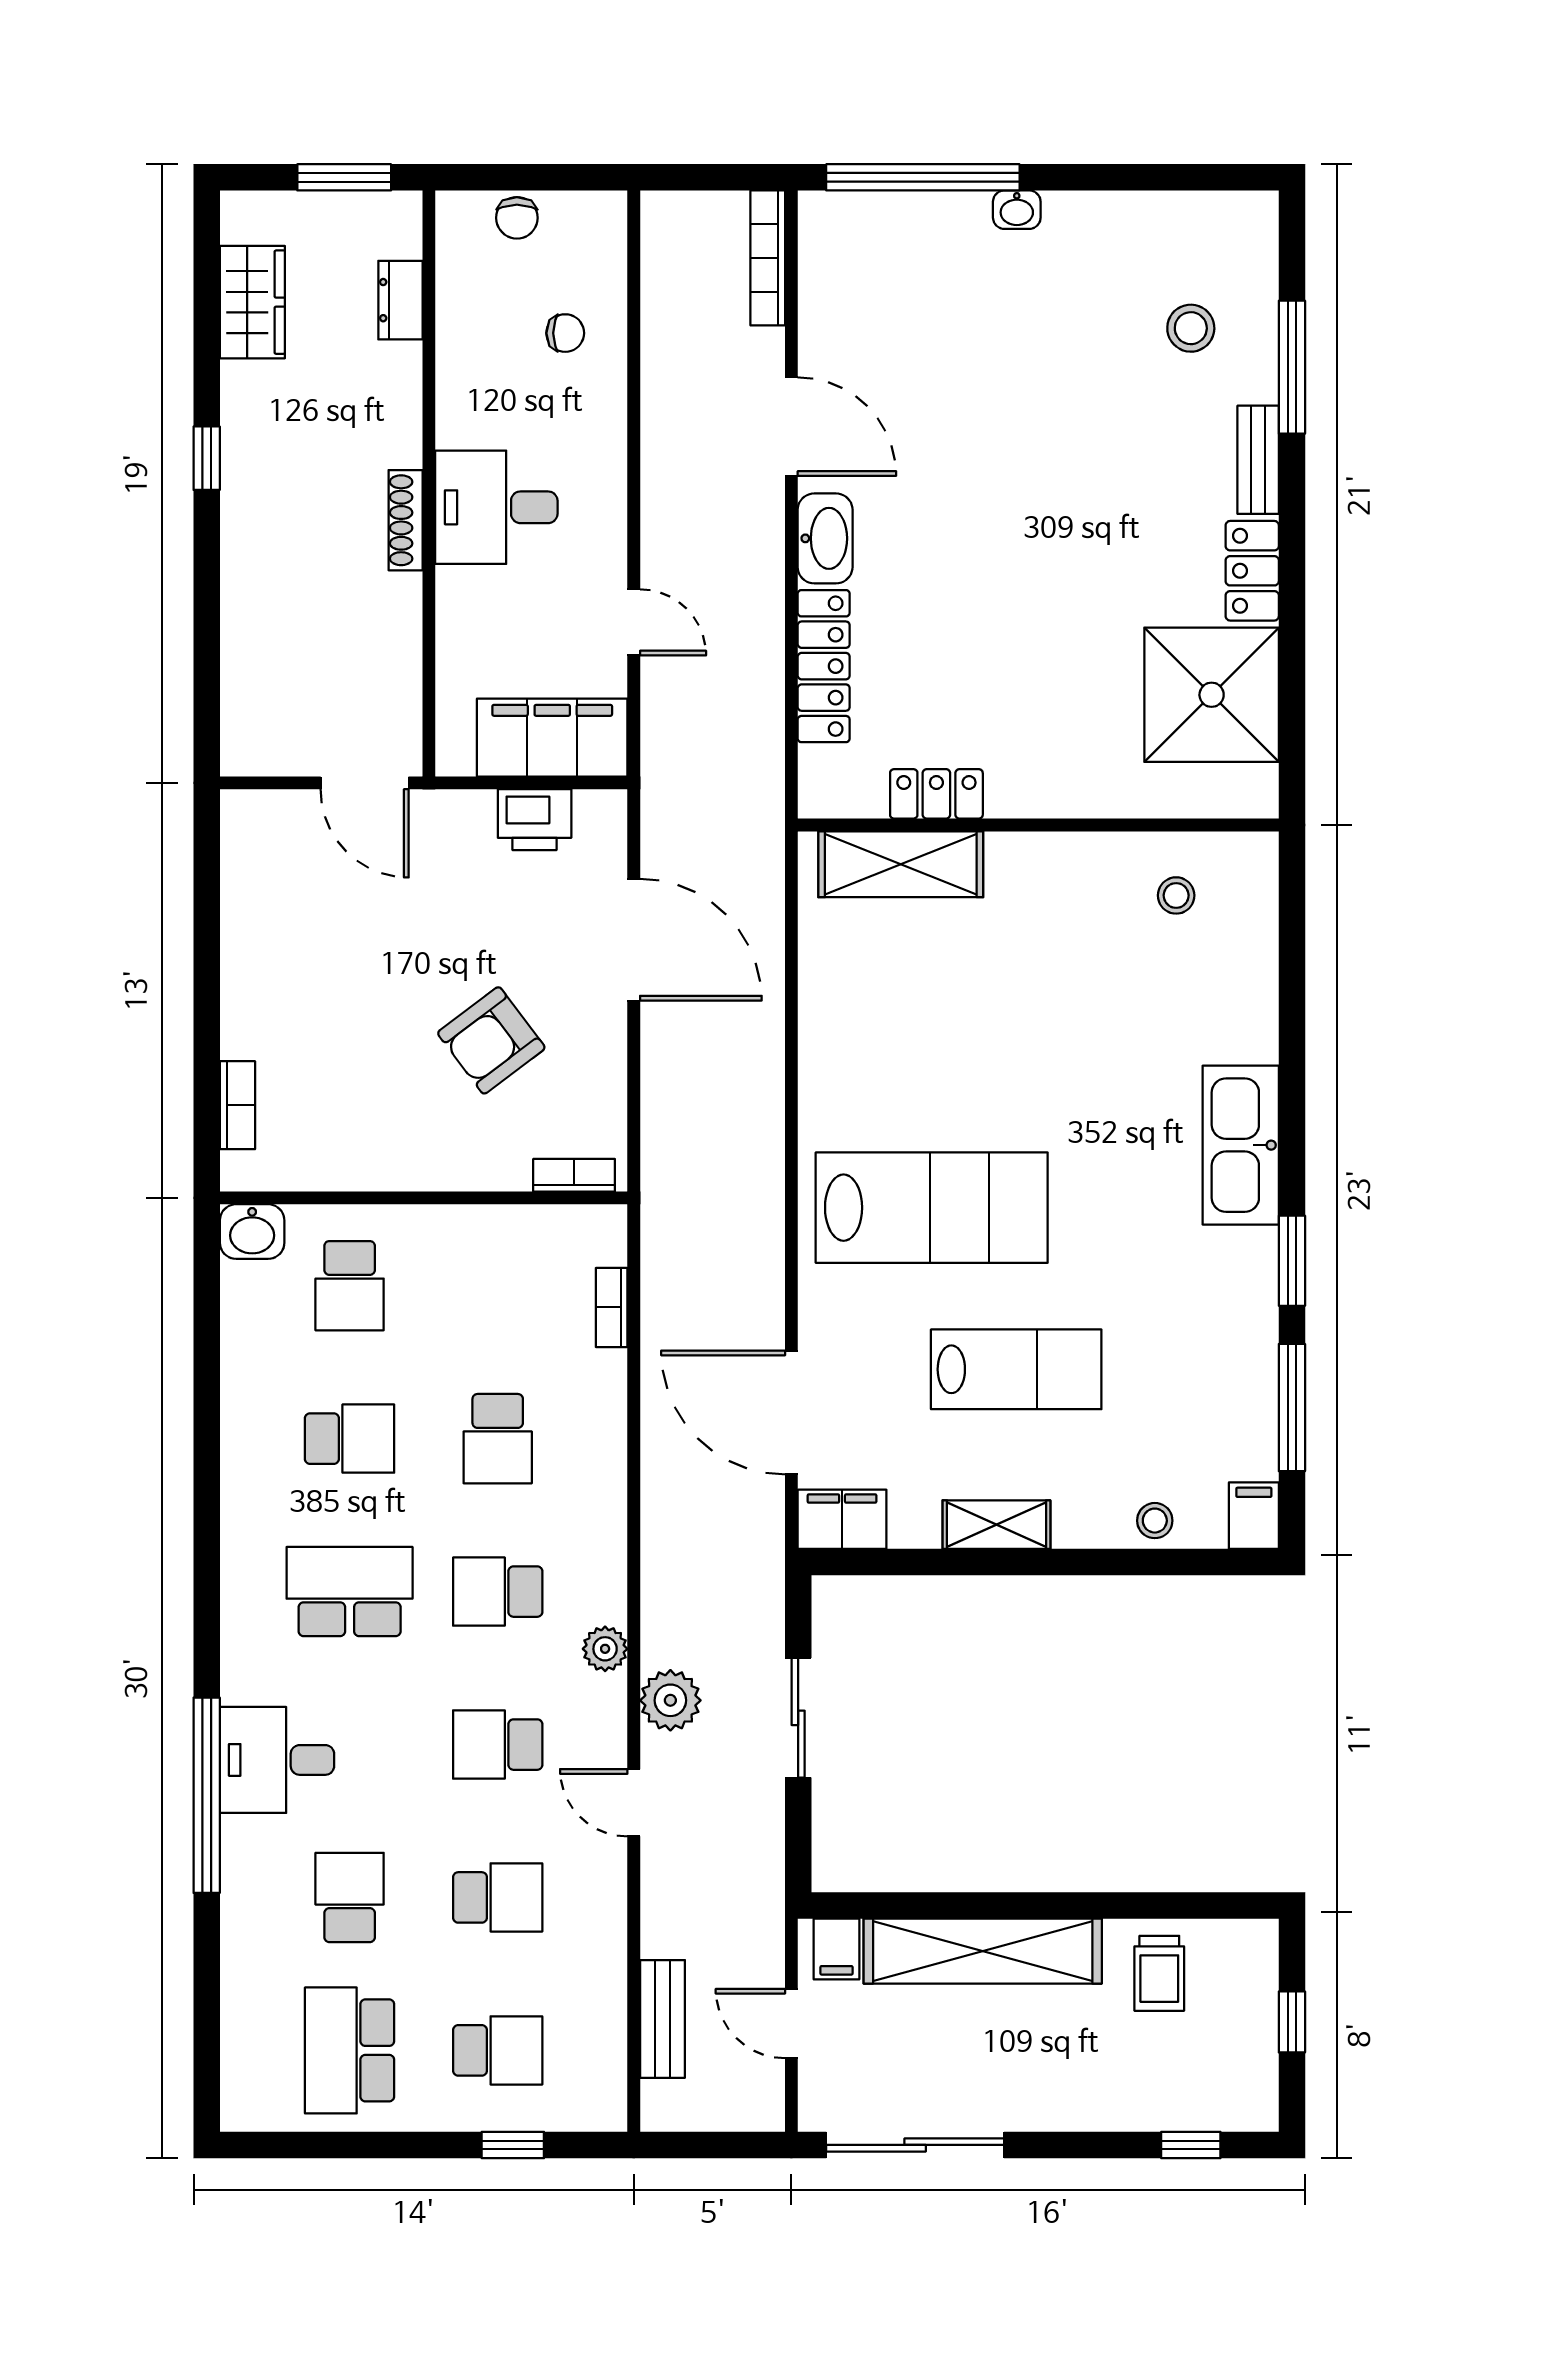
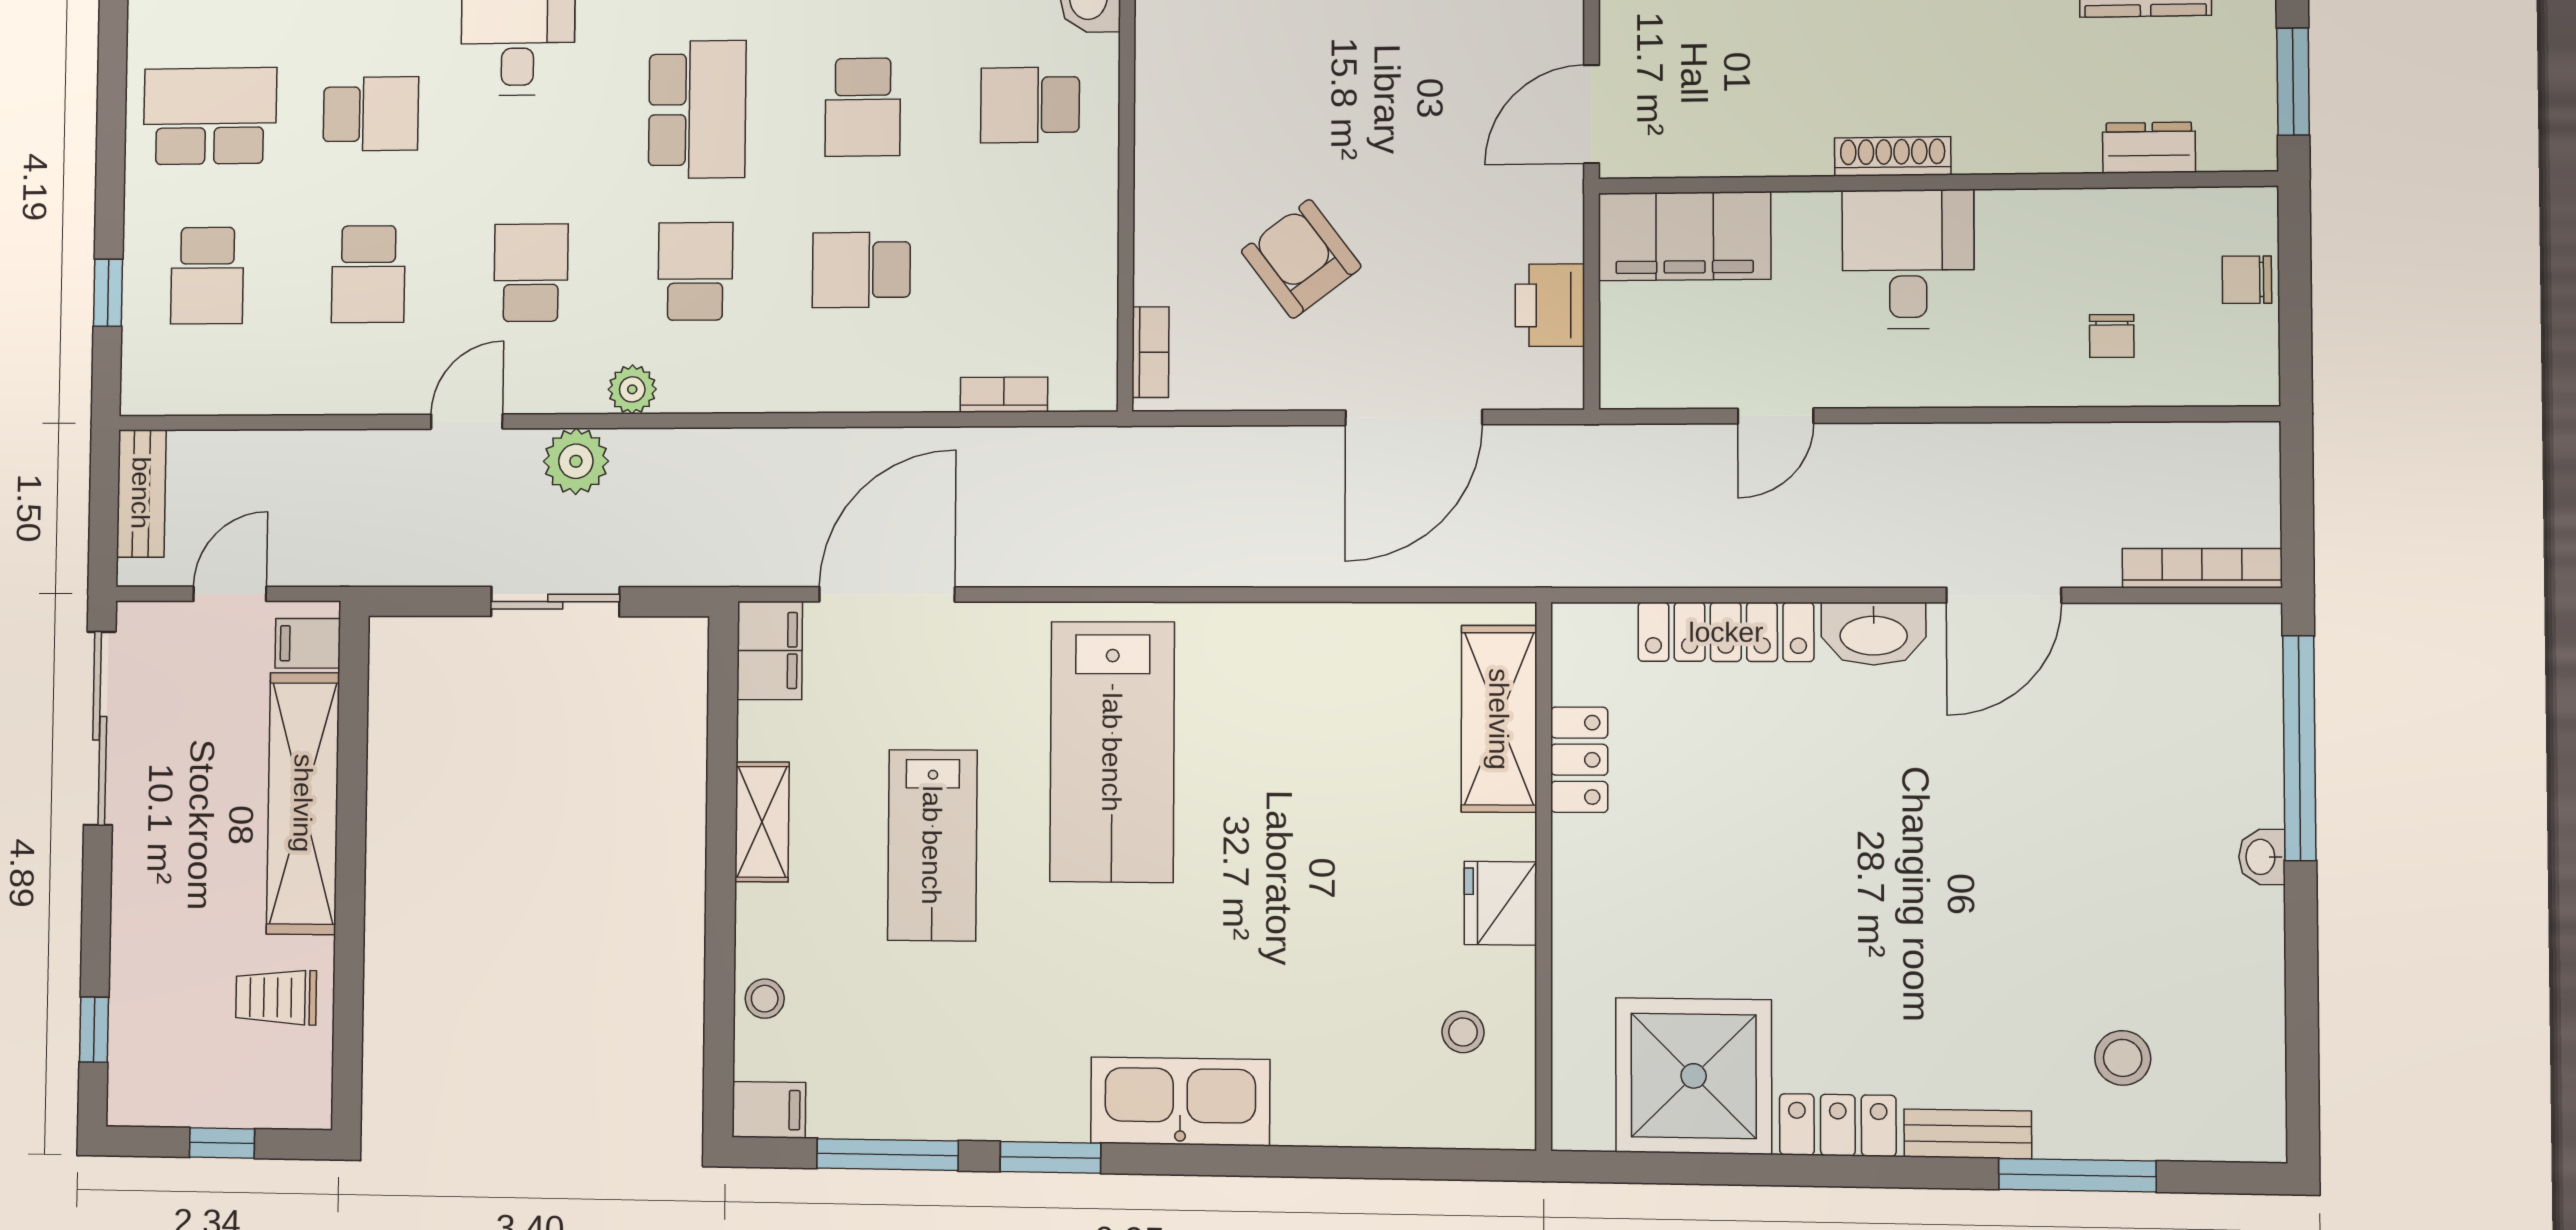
filing cabinet: (552, 738) -> (1685, 236), moved, turned 90
fridge: (1063, 863) -> (1500, 903), added
bench: (663, 2019) -> (141, 493), moved, turned 90

